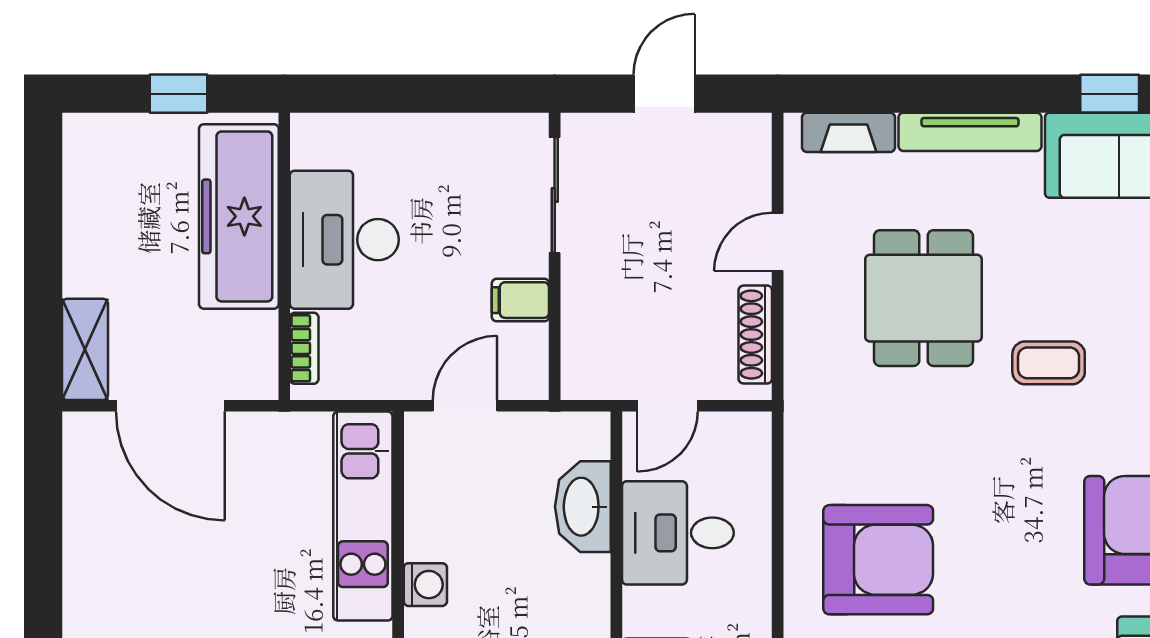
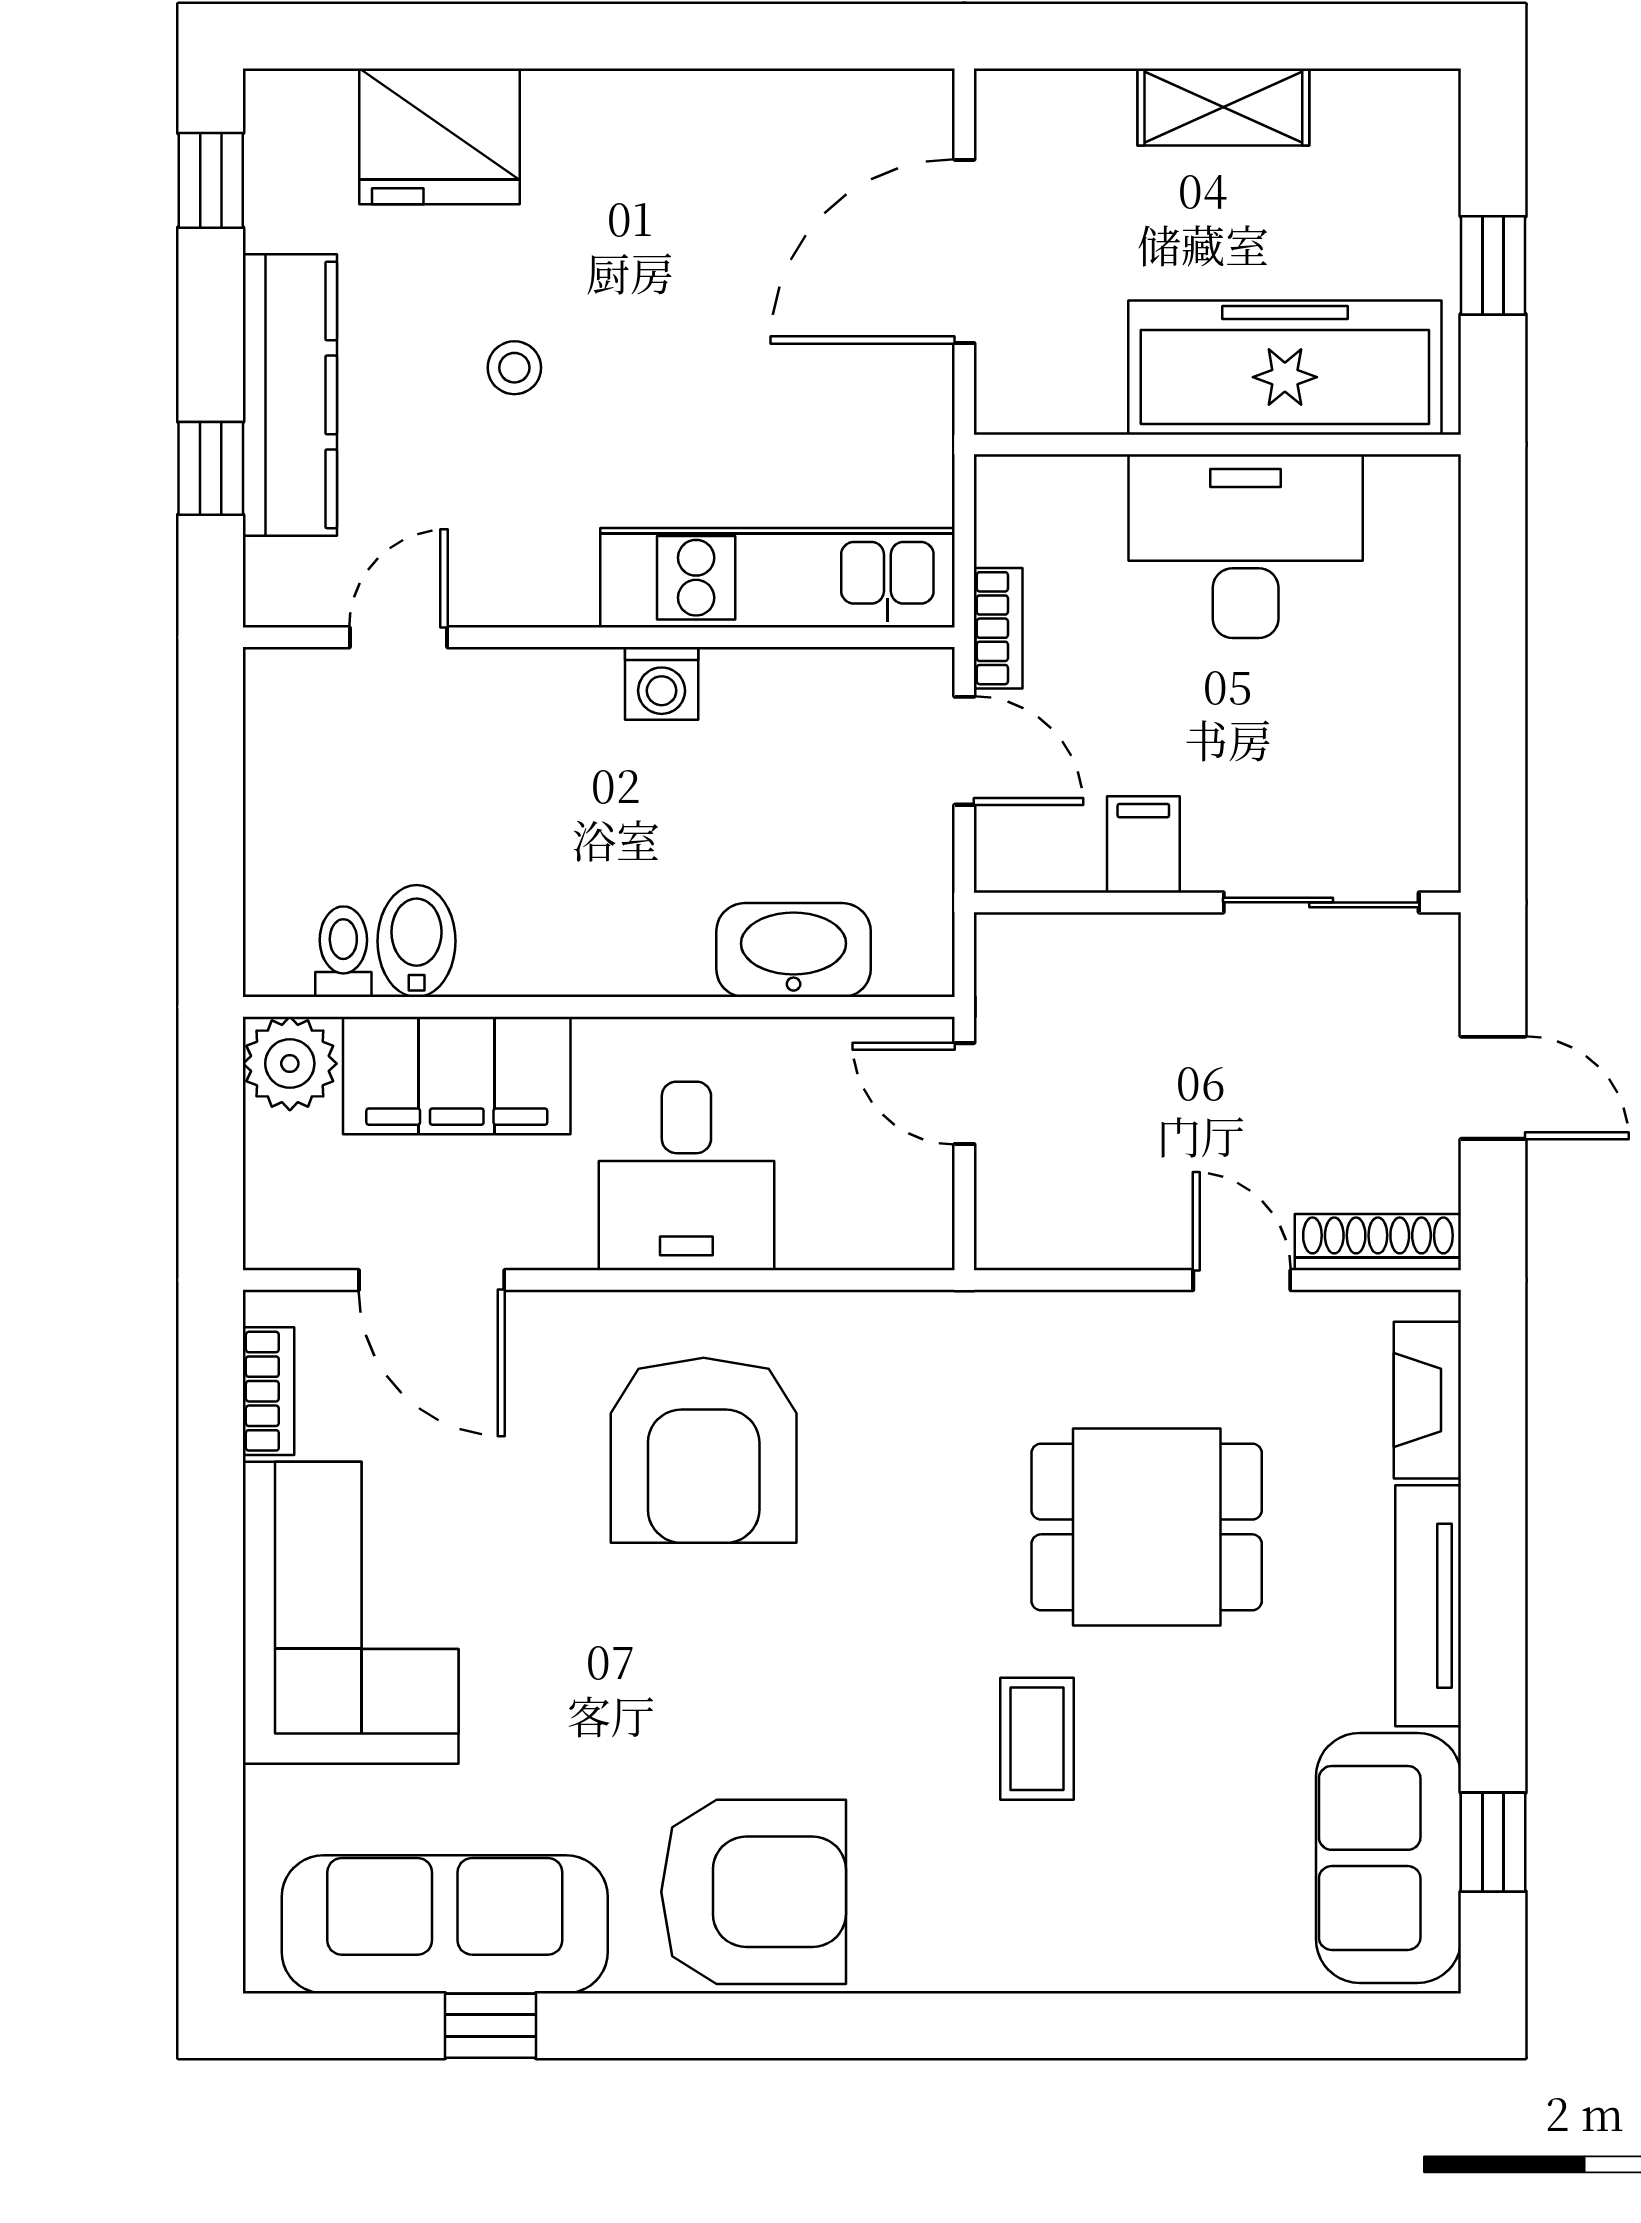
shoe rack: (755, 335) -> (1378, 1242), moved
bookcase: (304, 348) -> (998, 628), moved, turned -90
shelving: (85, 349) -> (1223, 107), moved
desk: (678, 533) -> (686, 1176), moved, turned 180

